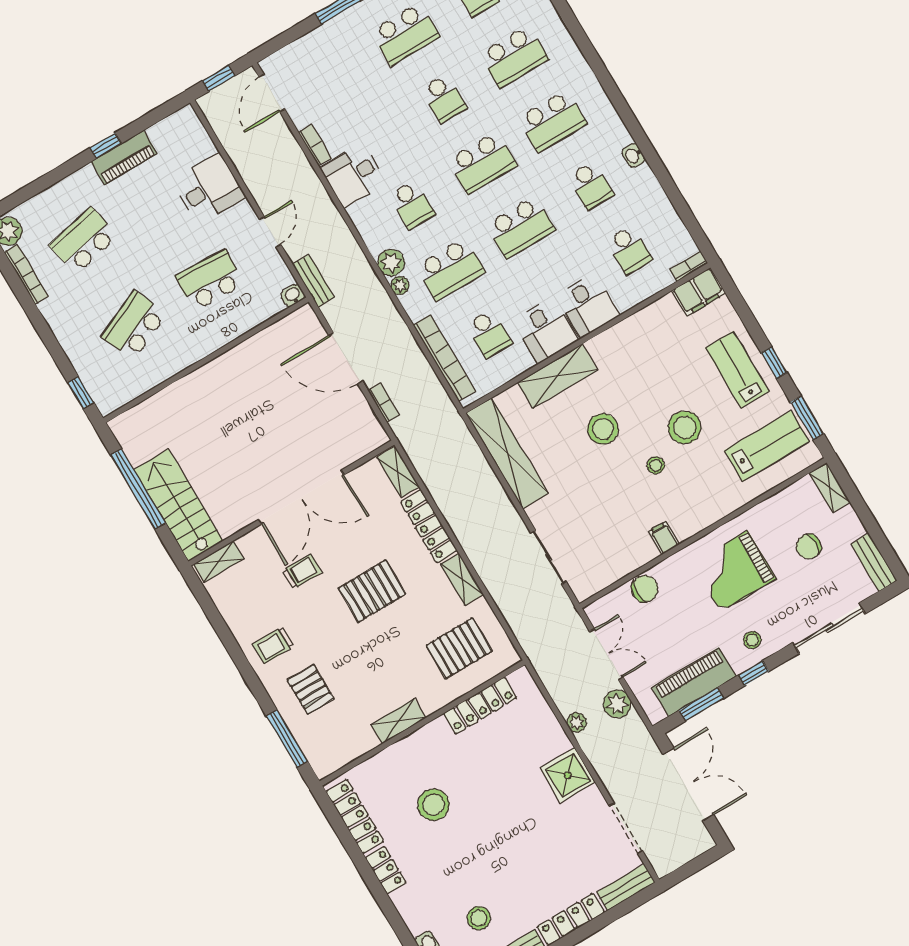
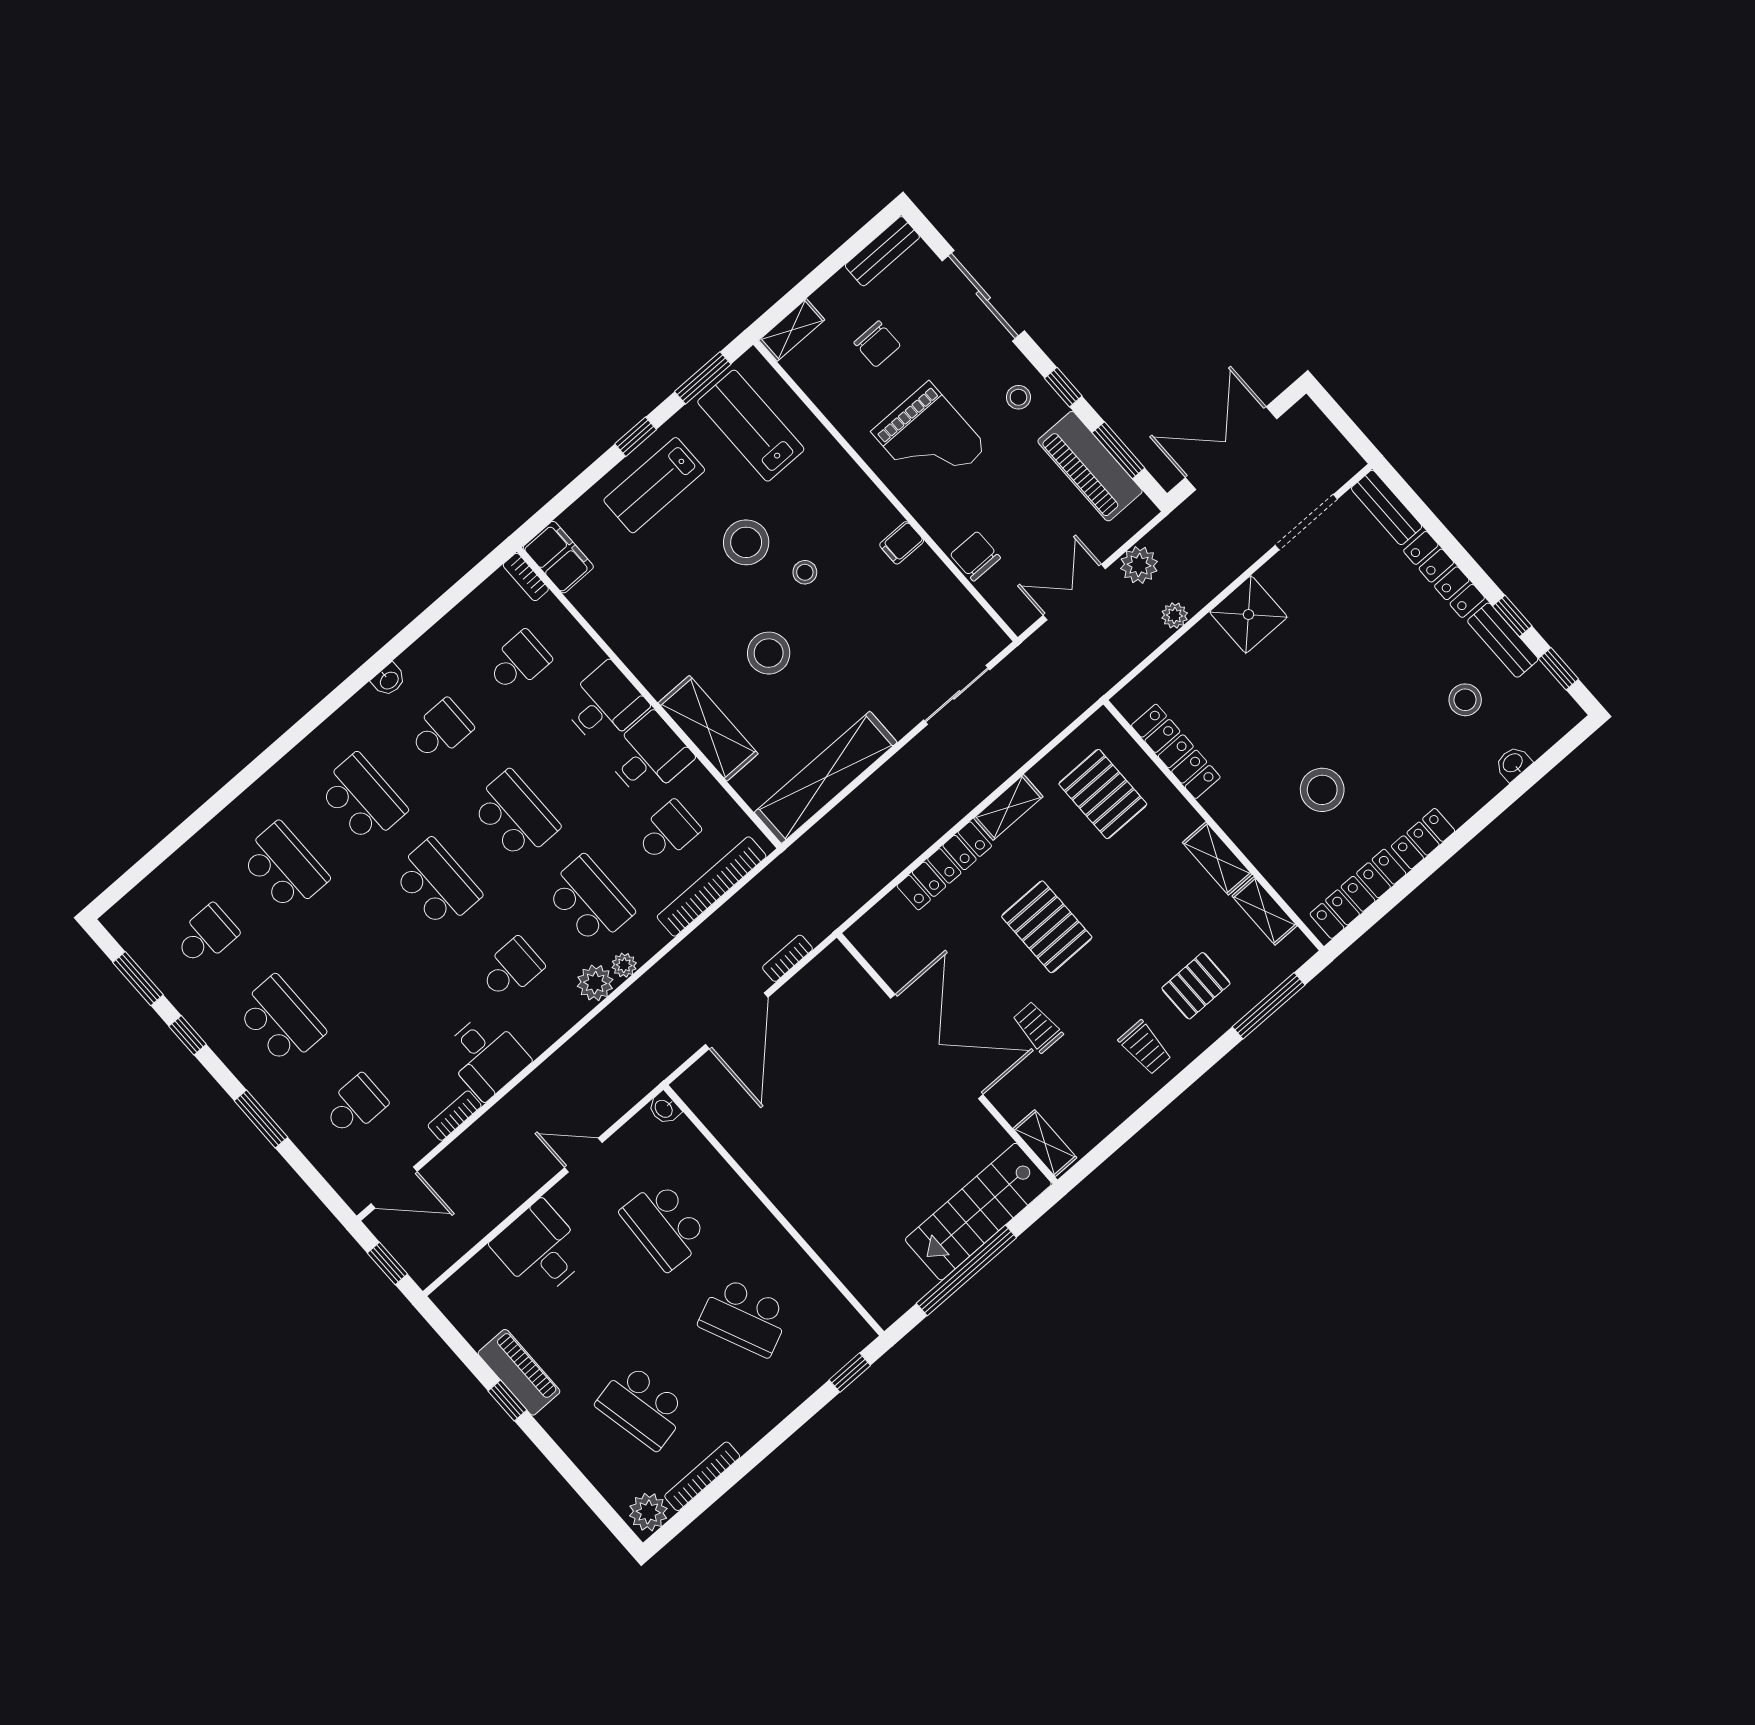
school desk: (444, 98) -> (355, 1106), moved
bench: (313, 281) -> (639, 1084), removed
shelving: (398, 472) -> (1265, 911), moved, turned 90

